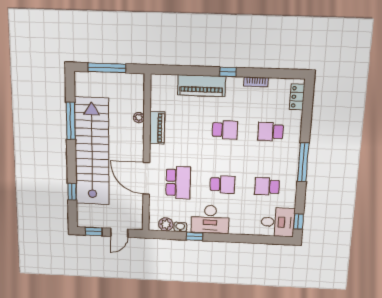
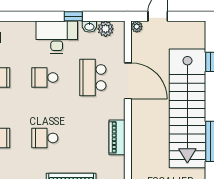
plant: (139, 117) -> (137, 27), moved
window: (94, 232) -> (187, 16), removed

